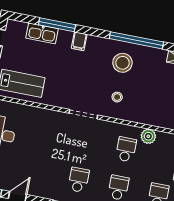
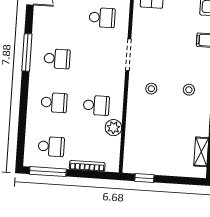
stool: (122, 63) -> (189, 90), width x0.53, depth x0.53
school desk: (46, 134) -> (102, 18), added

